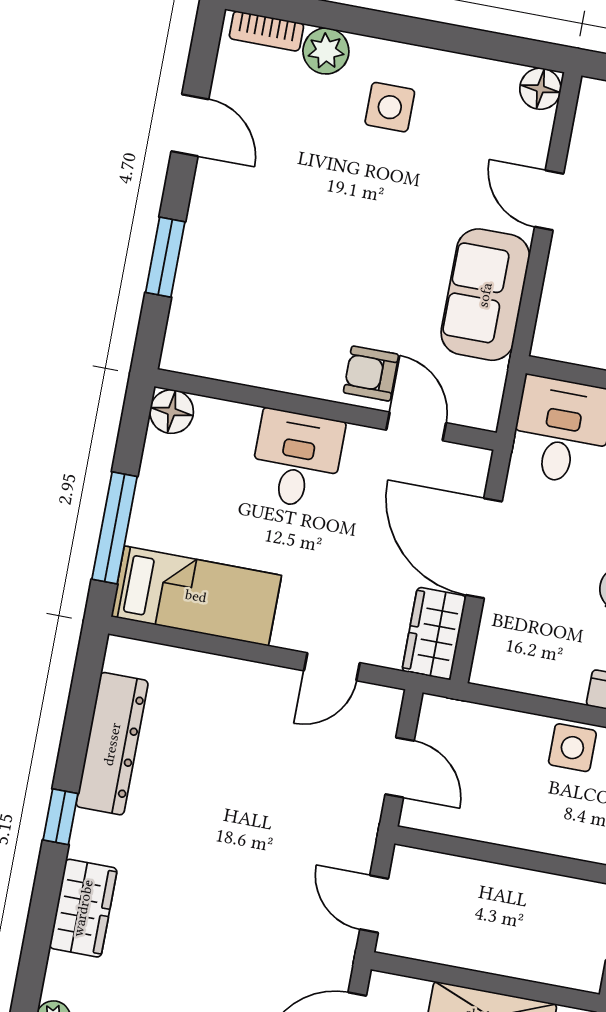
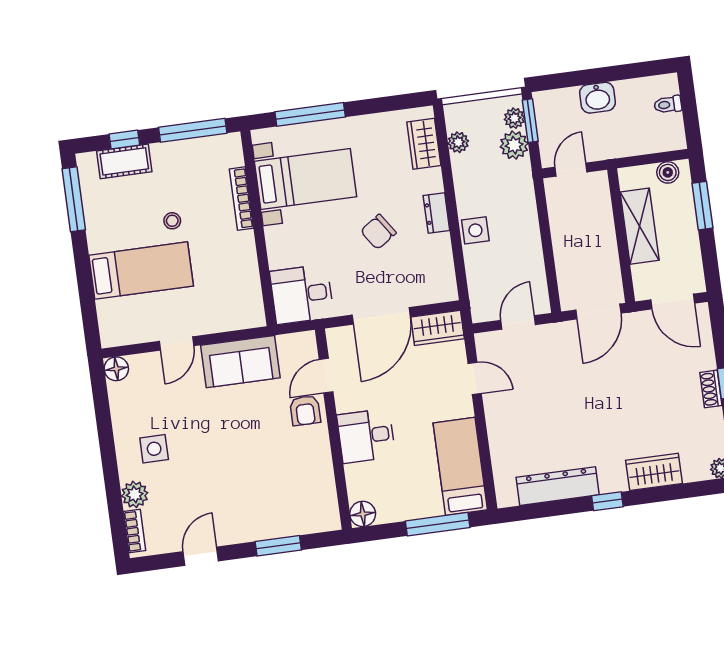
door: (374, 904) -> (598, 312), width x1.38

